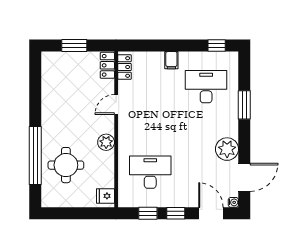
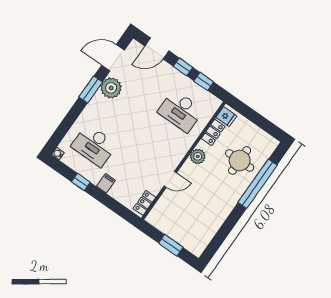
window: (217, 46) -> (81, 182), moved
locker: (107, 65) -> (213, 132), moved
window: (244, 105) -> (91, 90), moved
water cooler: (233, 202) -> (58, 154), moved
door: (211, 213) -> (157, 48), hinge flipped

